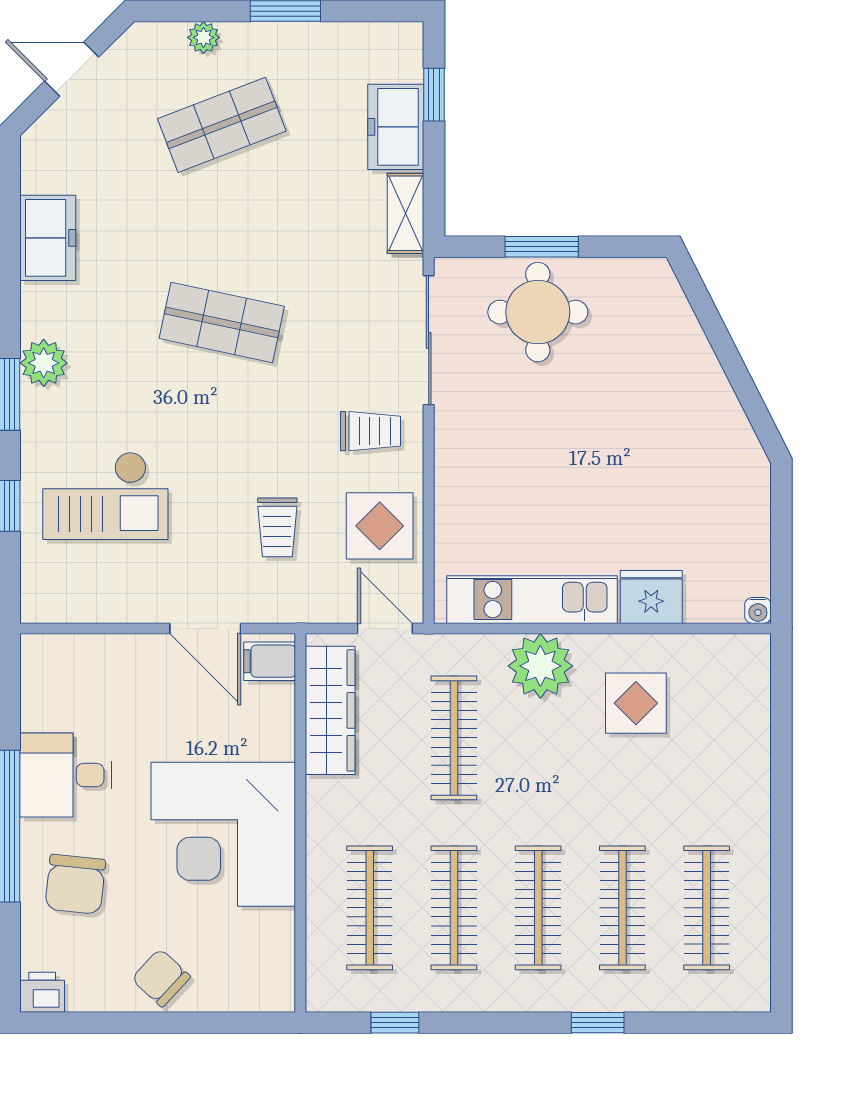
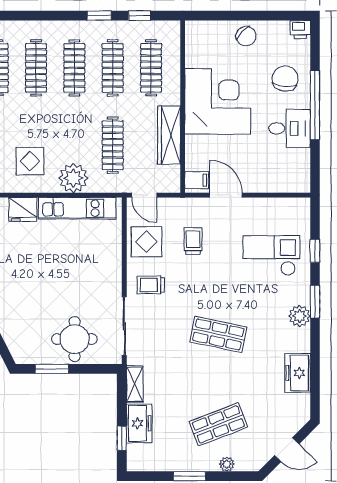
window: (542, 247) -> (52, 369), moved
wardrobe: (330, 710) -> (169, 135), moved
window: (598, 1023) -> (99, 16), moved

